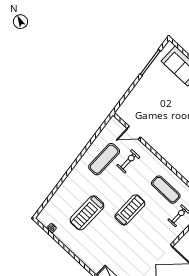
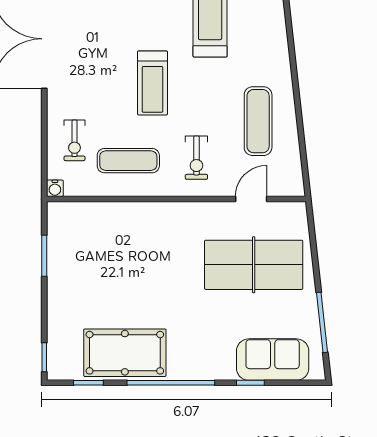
table tennis table: (156, 108) -> (254, 265), added
exercise bike: (128, 161) -> (196, 158), moved

